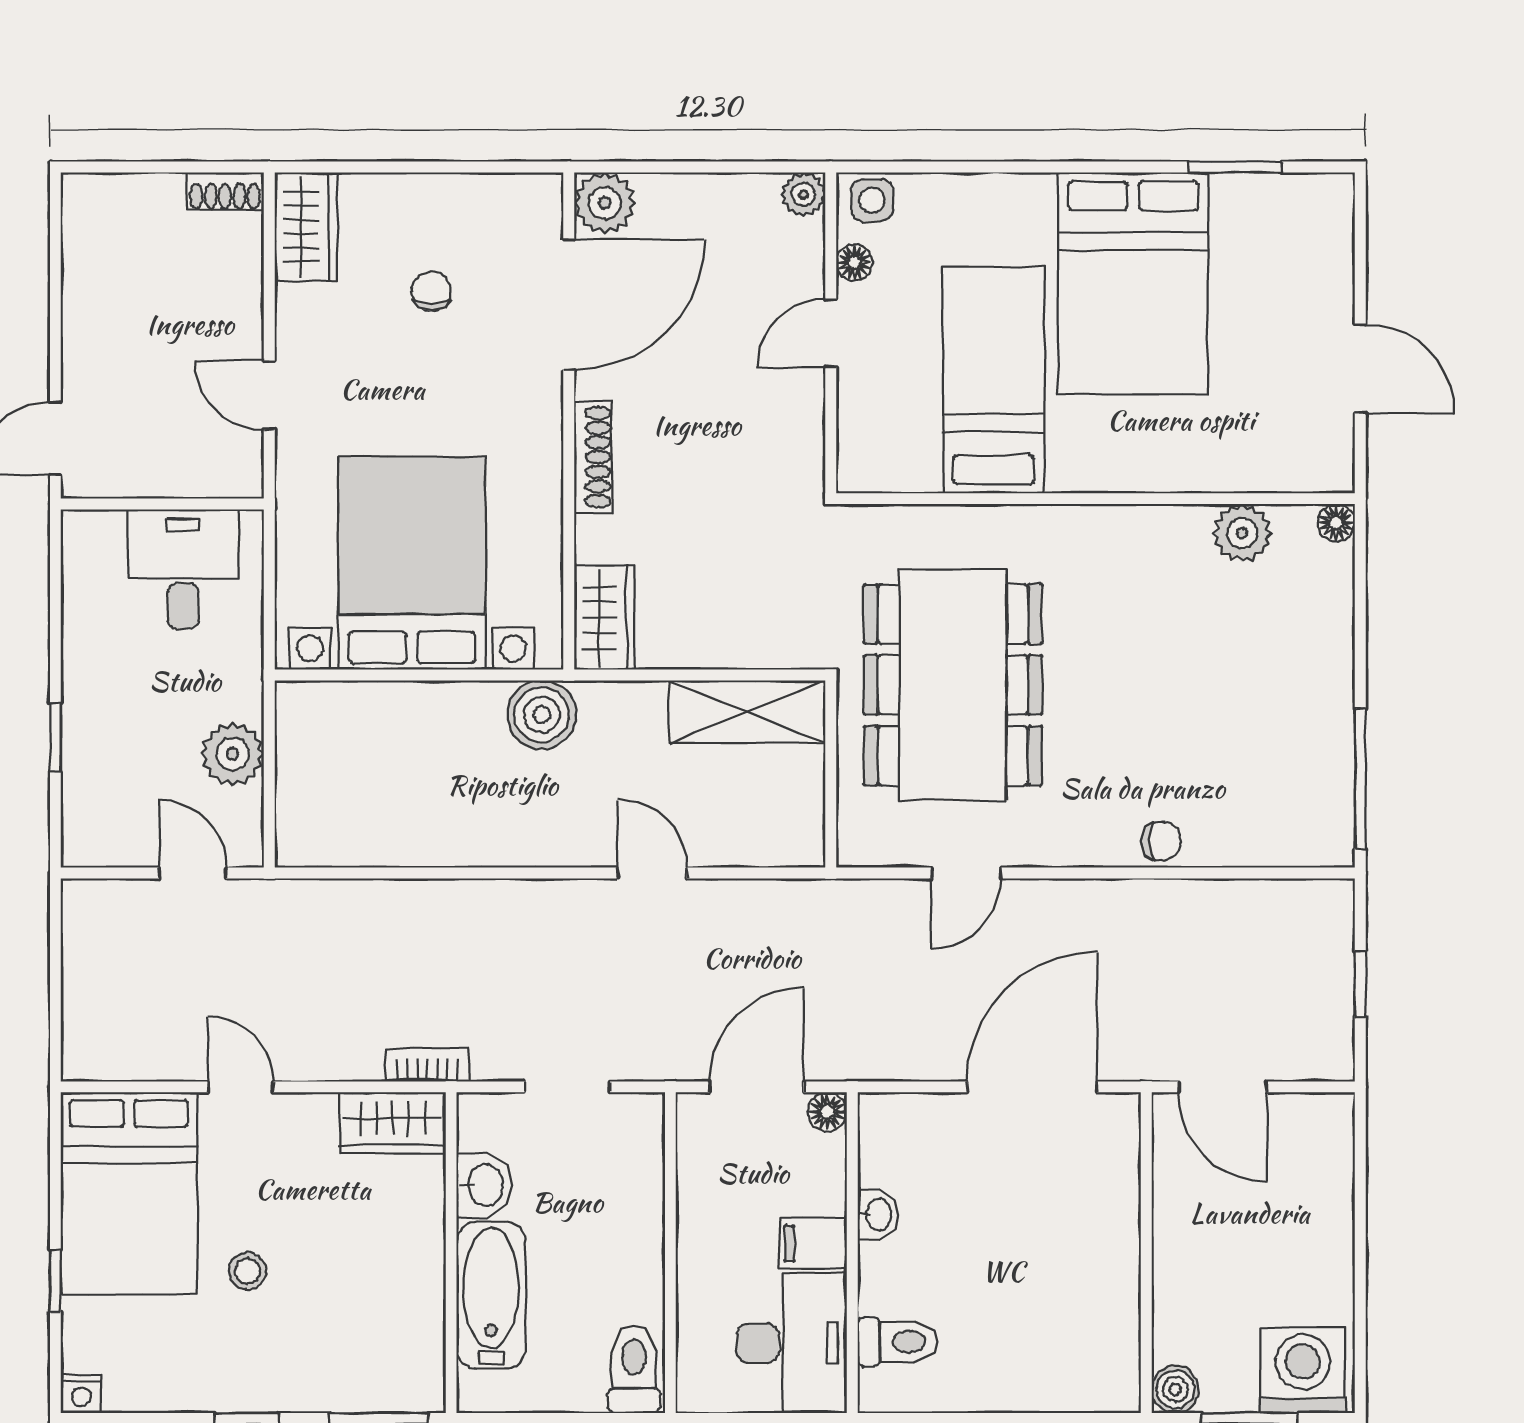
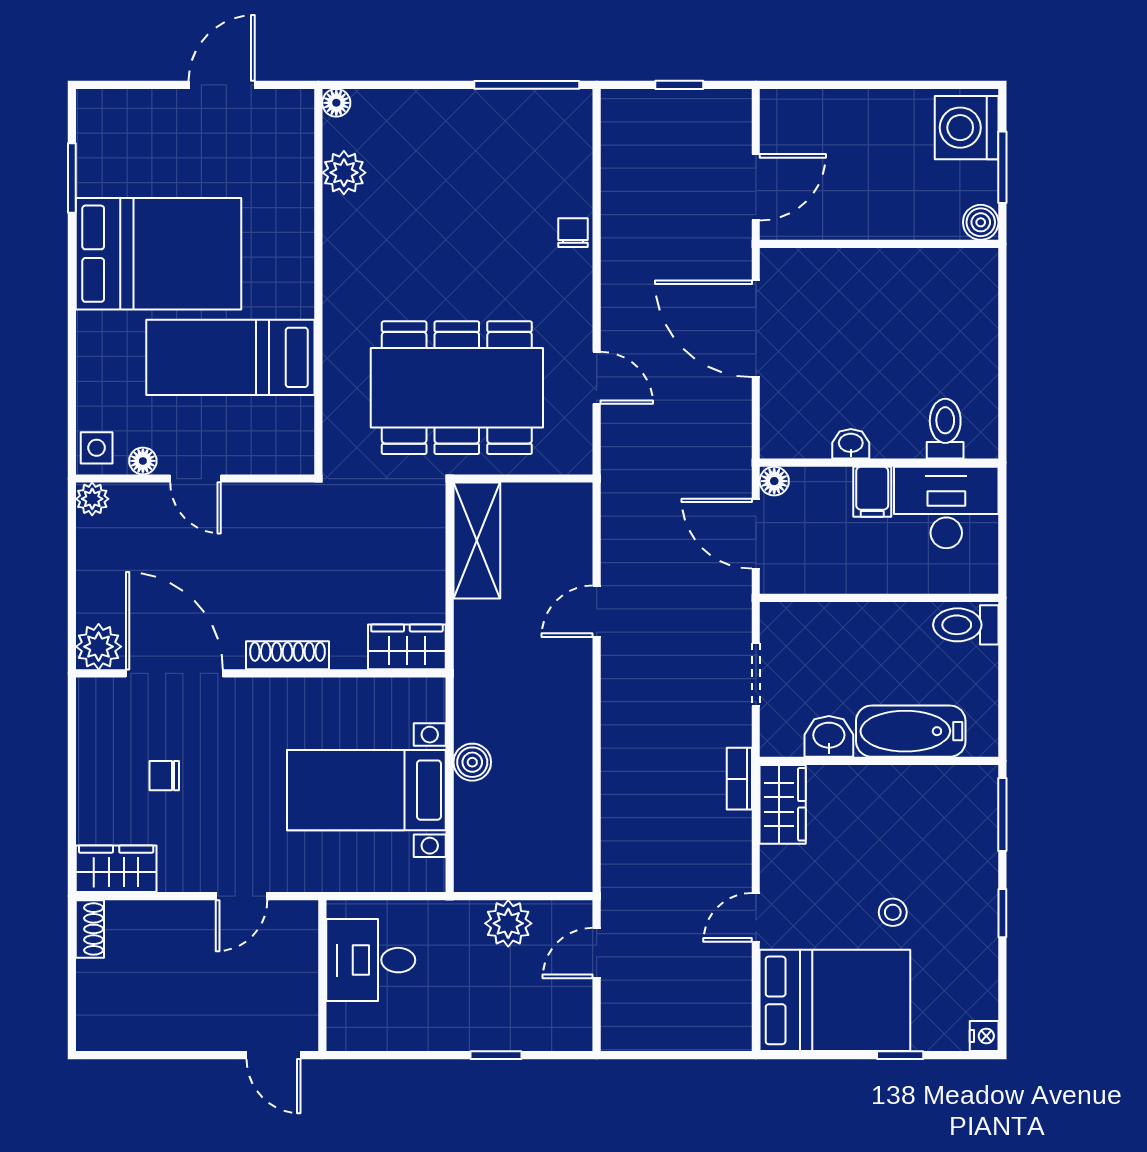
bed with nightstands: (412, 563) -> (366, 790), width x0.73
boiler: (542, 715) -> (472, 762), moved, width x0.73, depth x0.73

